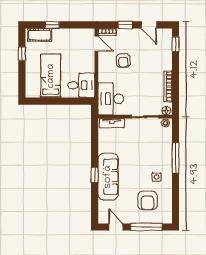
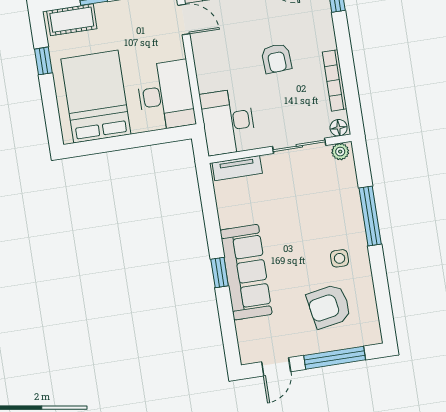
armchair: (123, 61) -> (276, 58), moved
bed: (51, 76) -> (96, 97), width x1.50
desk: (81, 85) -> (166, 95), width x1.37
armchair: (148, 200) -> (329, 306), turned 80
door: (116, 227) -> (276, 367), swing flipped

